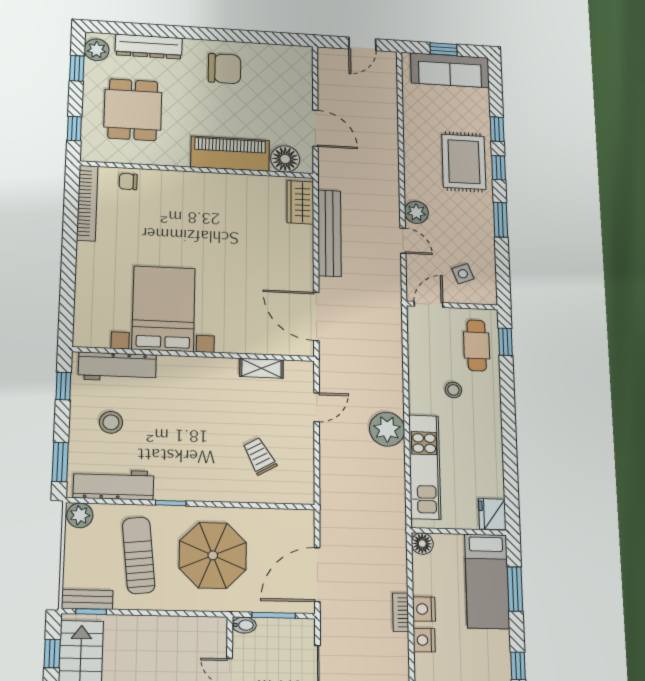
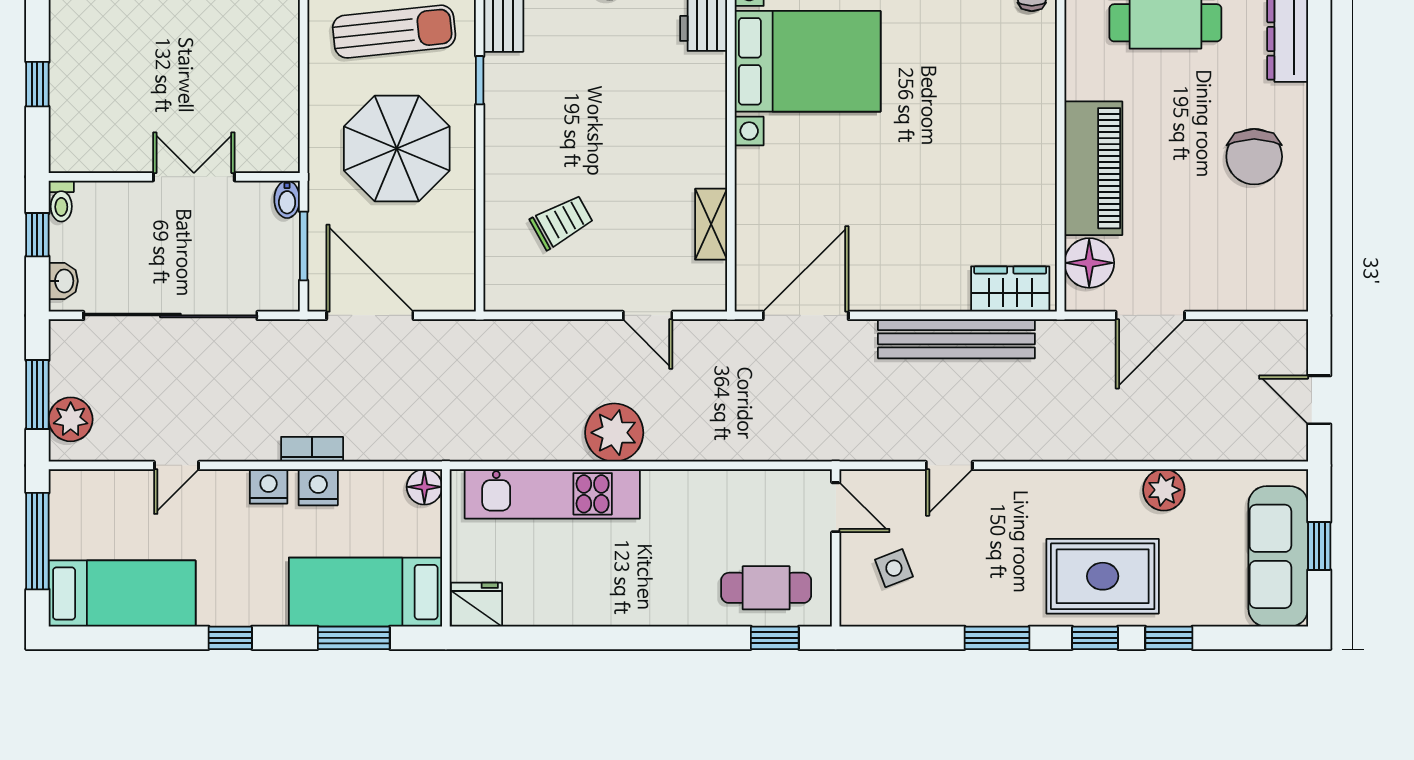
plant: (416, 212) -> (1164, 490), moved
stool: (453, 390) -> (686, 546), removed

